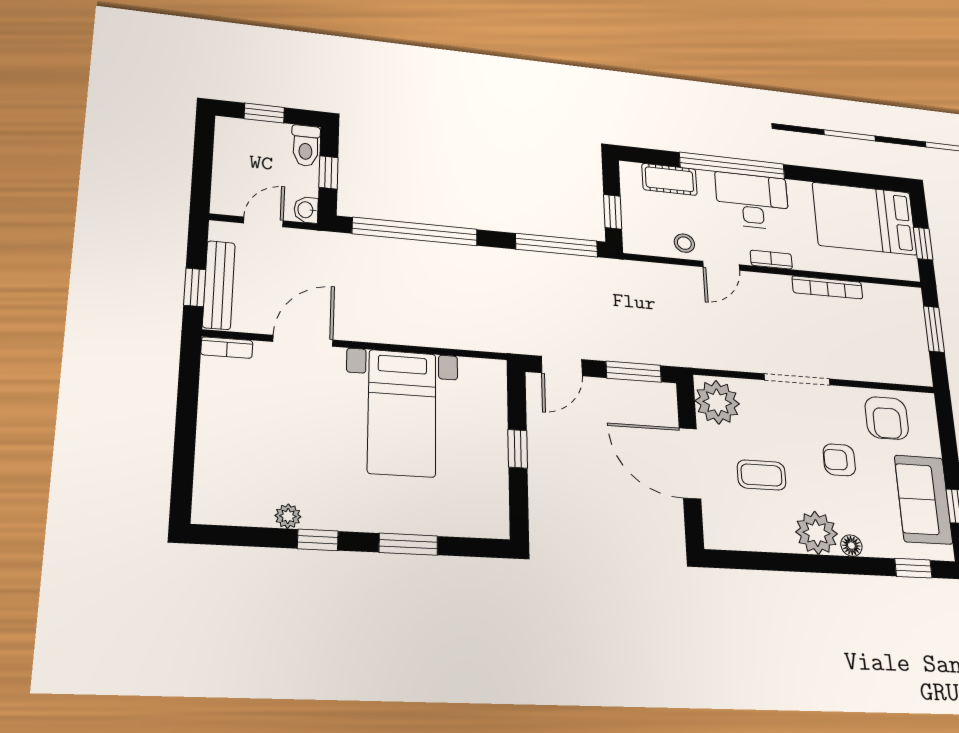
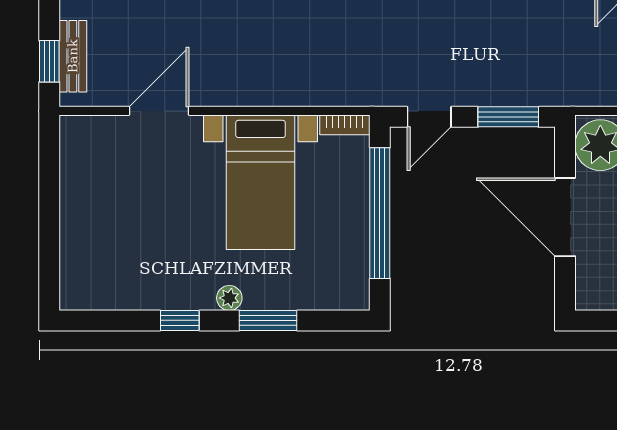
bench: (219, 285) -> (73, 56), width x0.73
bookcase: (227, 348) -> (345, 125), moved
window: (518, 449) -> (380, 213), width x3.17
plant: (288, 516) -> (229, 298), moved

